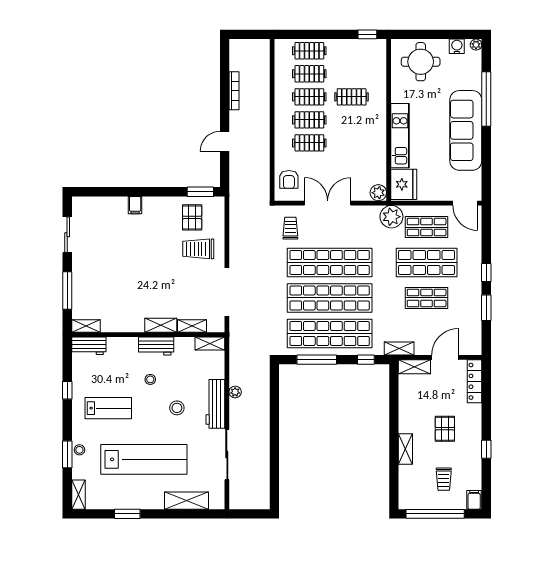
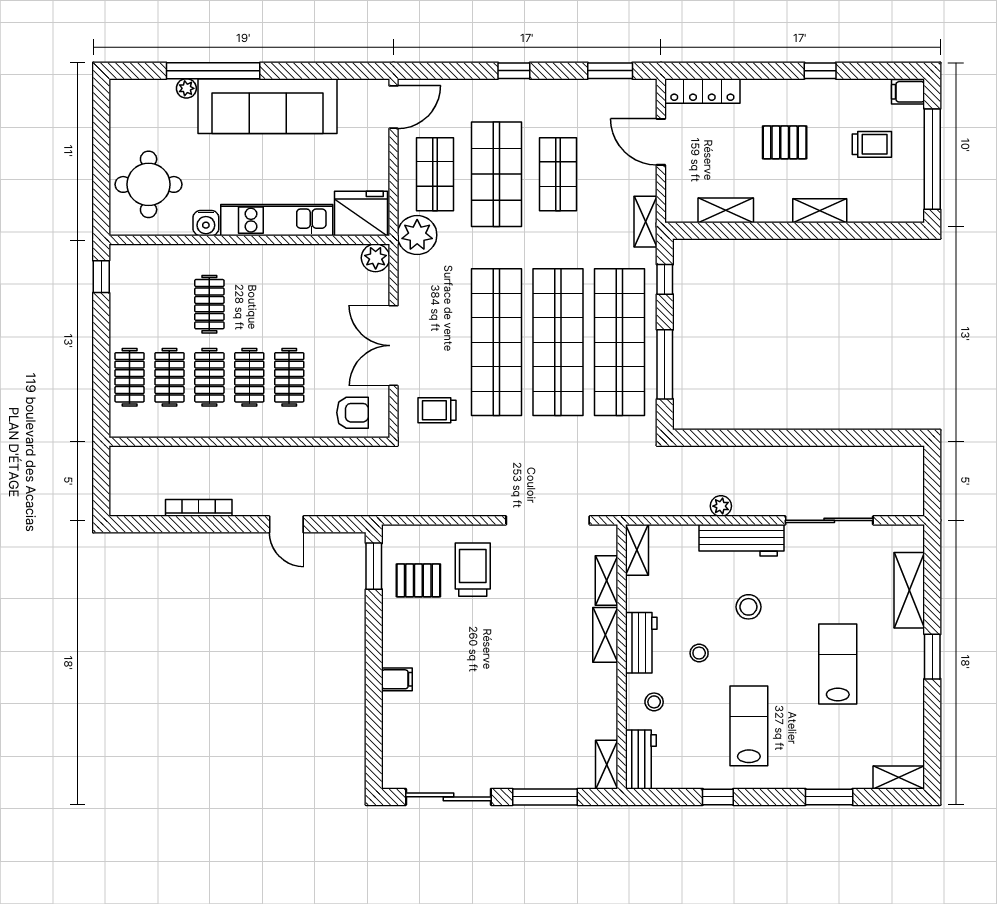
plant: (476, 45) -> (186, 88), moved
water cooler: (457, 46) -> (206, 223), moved, turned -90
sliding door: (67, 235) -> (448, 797), width x1.37
trolley: (198, 249) -> (473, 570), turned 180
window: (486, 308) -> (610, 71), moved
shelving: (414, 367) -> (726, 210), moved, turned 90
stool: (79, 450) -> (654, 702), moved
lab bench: (144, 459) -> (838, 664), width x0.54, depth x0.72
window: (127, 514) -> (932, 657), moved

